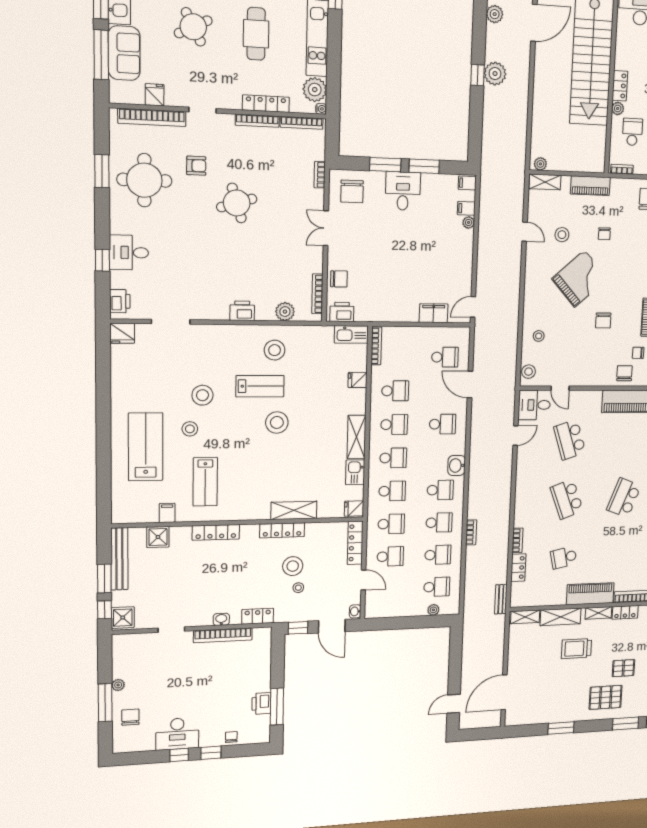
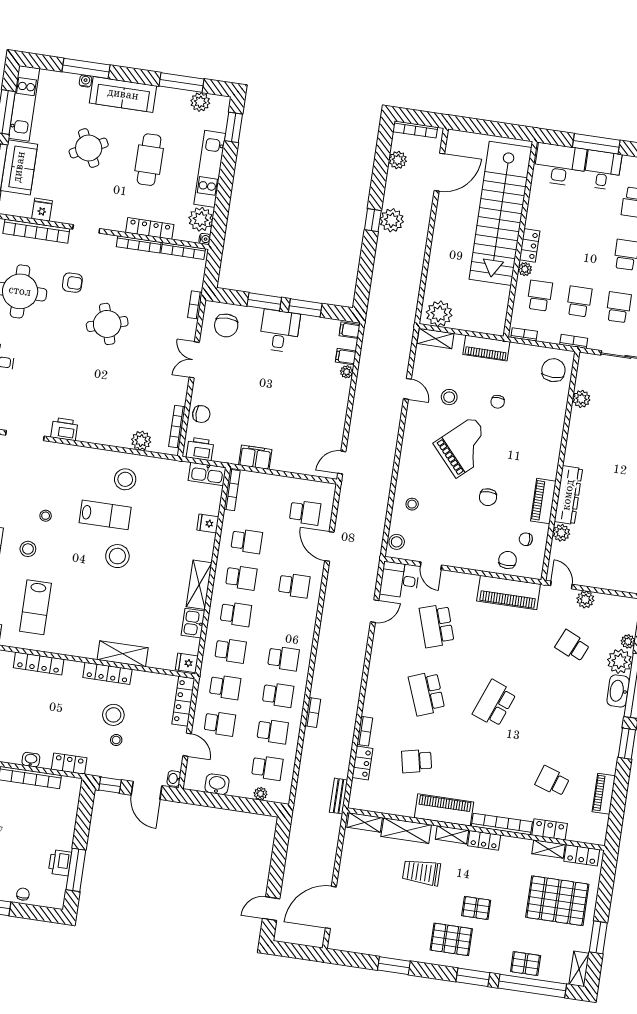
plant: (540, 164) -> (439, 314), width x1.88, depth x1.88
printer: (242, 311) -> (64, 429), moved
filing cabinet: (434, 313) -> (255, 457), moved
stool: (202, 395) -> (46, 516), width x0.53, depth x0.53
washbasin: (457, 465) -> (217, 784), moved, turned 90

